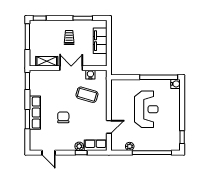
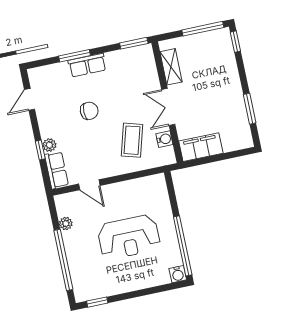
trolley: (69, 38) -> (215, 94), removed
filing cabinet: (100, 41) -> (201, 147), moved
double door: (71, 68) -> (168, 107), swing flipped
row of seats: (35, 113) -> (87, 65), width x0.68

